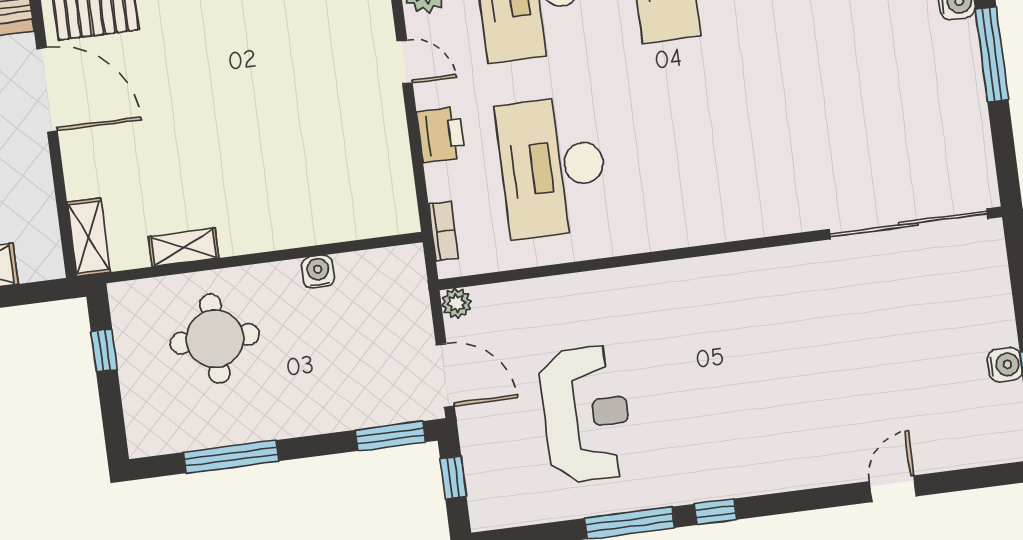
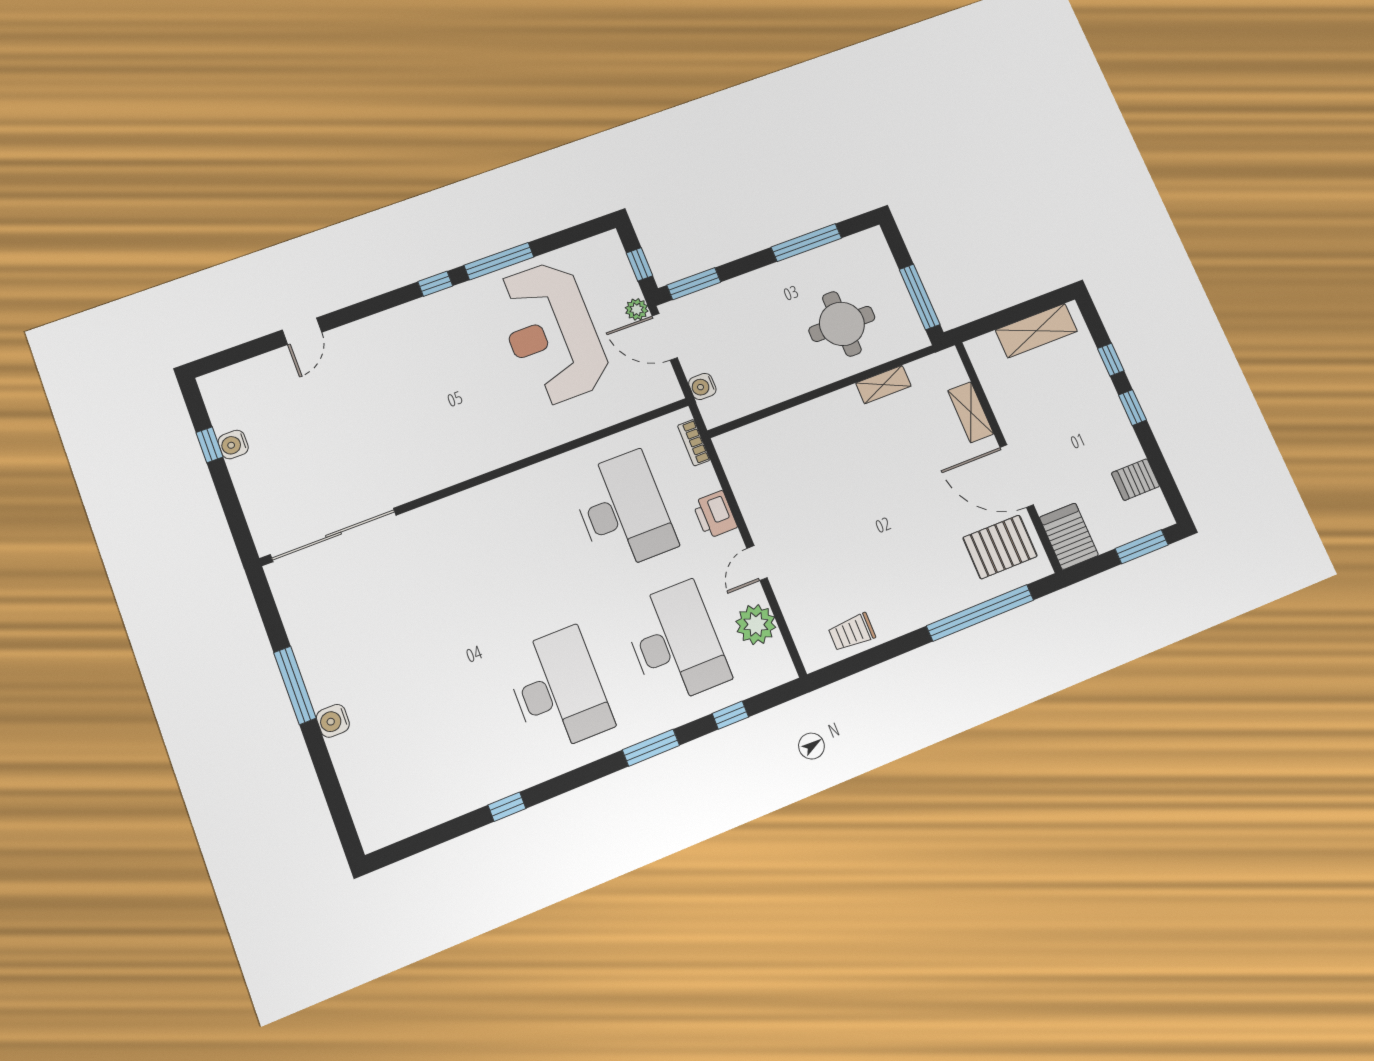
door: (405, 62) -> (757, 563), hinge flipped
shelving: (89, 237) -> (971, 412), moved
water cooler: (318, 272) -> (702, 386), moved, turned 90
plant: (457, 303) -> (637, 309), moved
window: (104, 350) -> (920, 297), width x2.17
reception desk: (586, 414) -> (551, 333), width x1.36, depth x1.30

